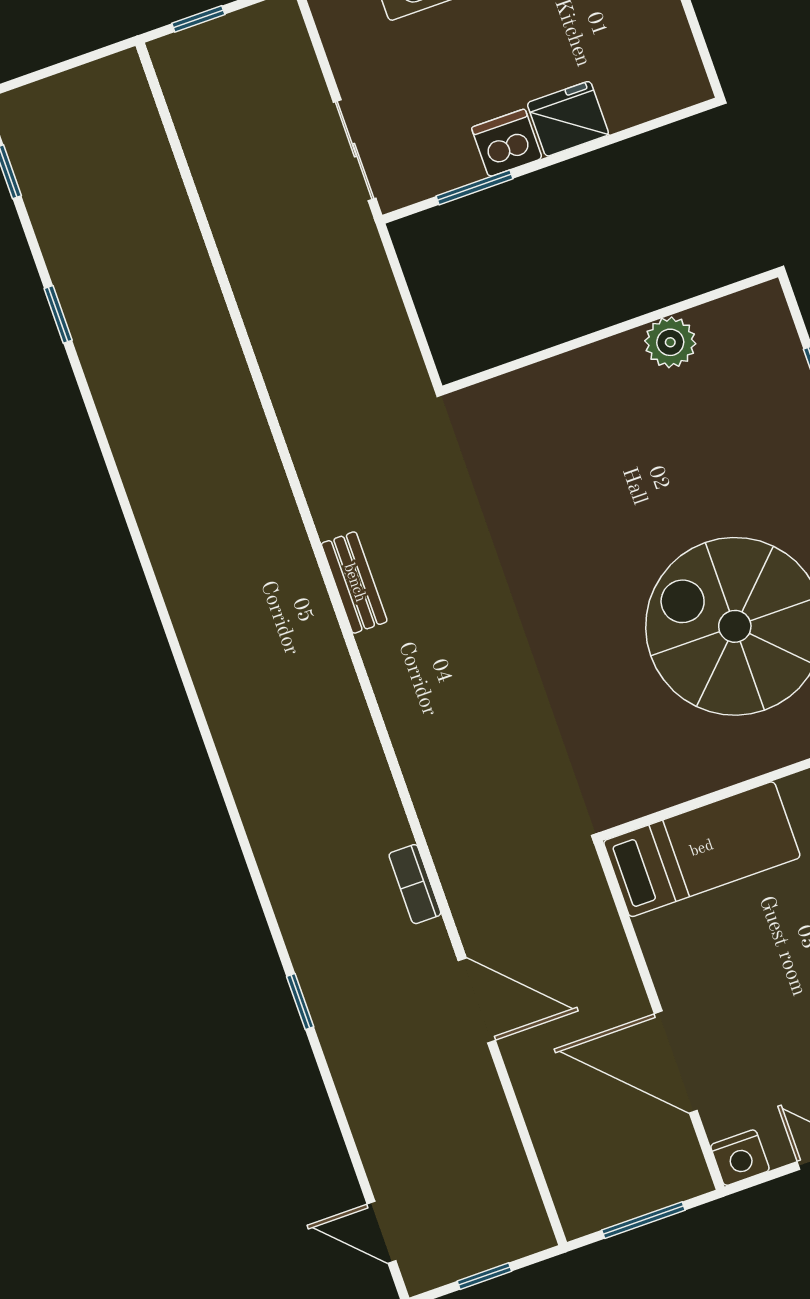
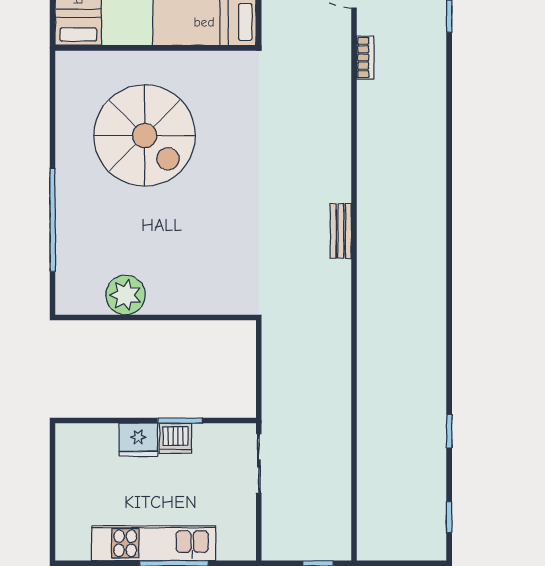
window: (475, 187) -> (180, 421), moved
plant: (670, 342) -> (126, 295), width x1.36, depth x1.36

